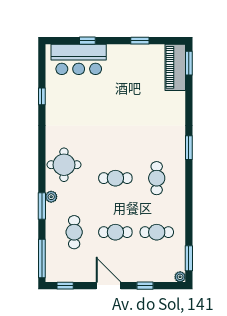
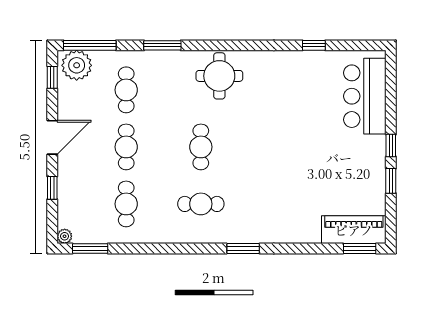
window: (87, 41) -> (391, 146), moved
plant: (51, 197) -> (77, 65), moved, width x1.87, depth x1.87
cafe table: (74, 232) -> (126, 90), turned 90

